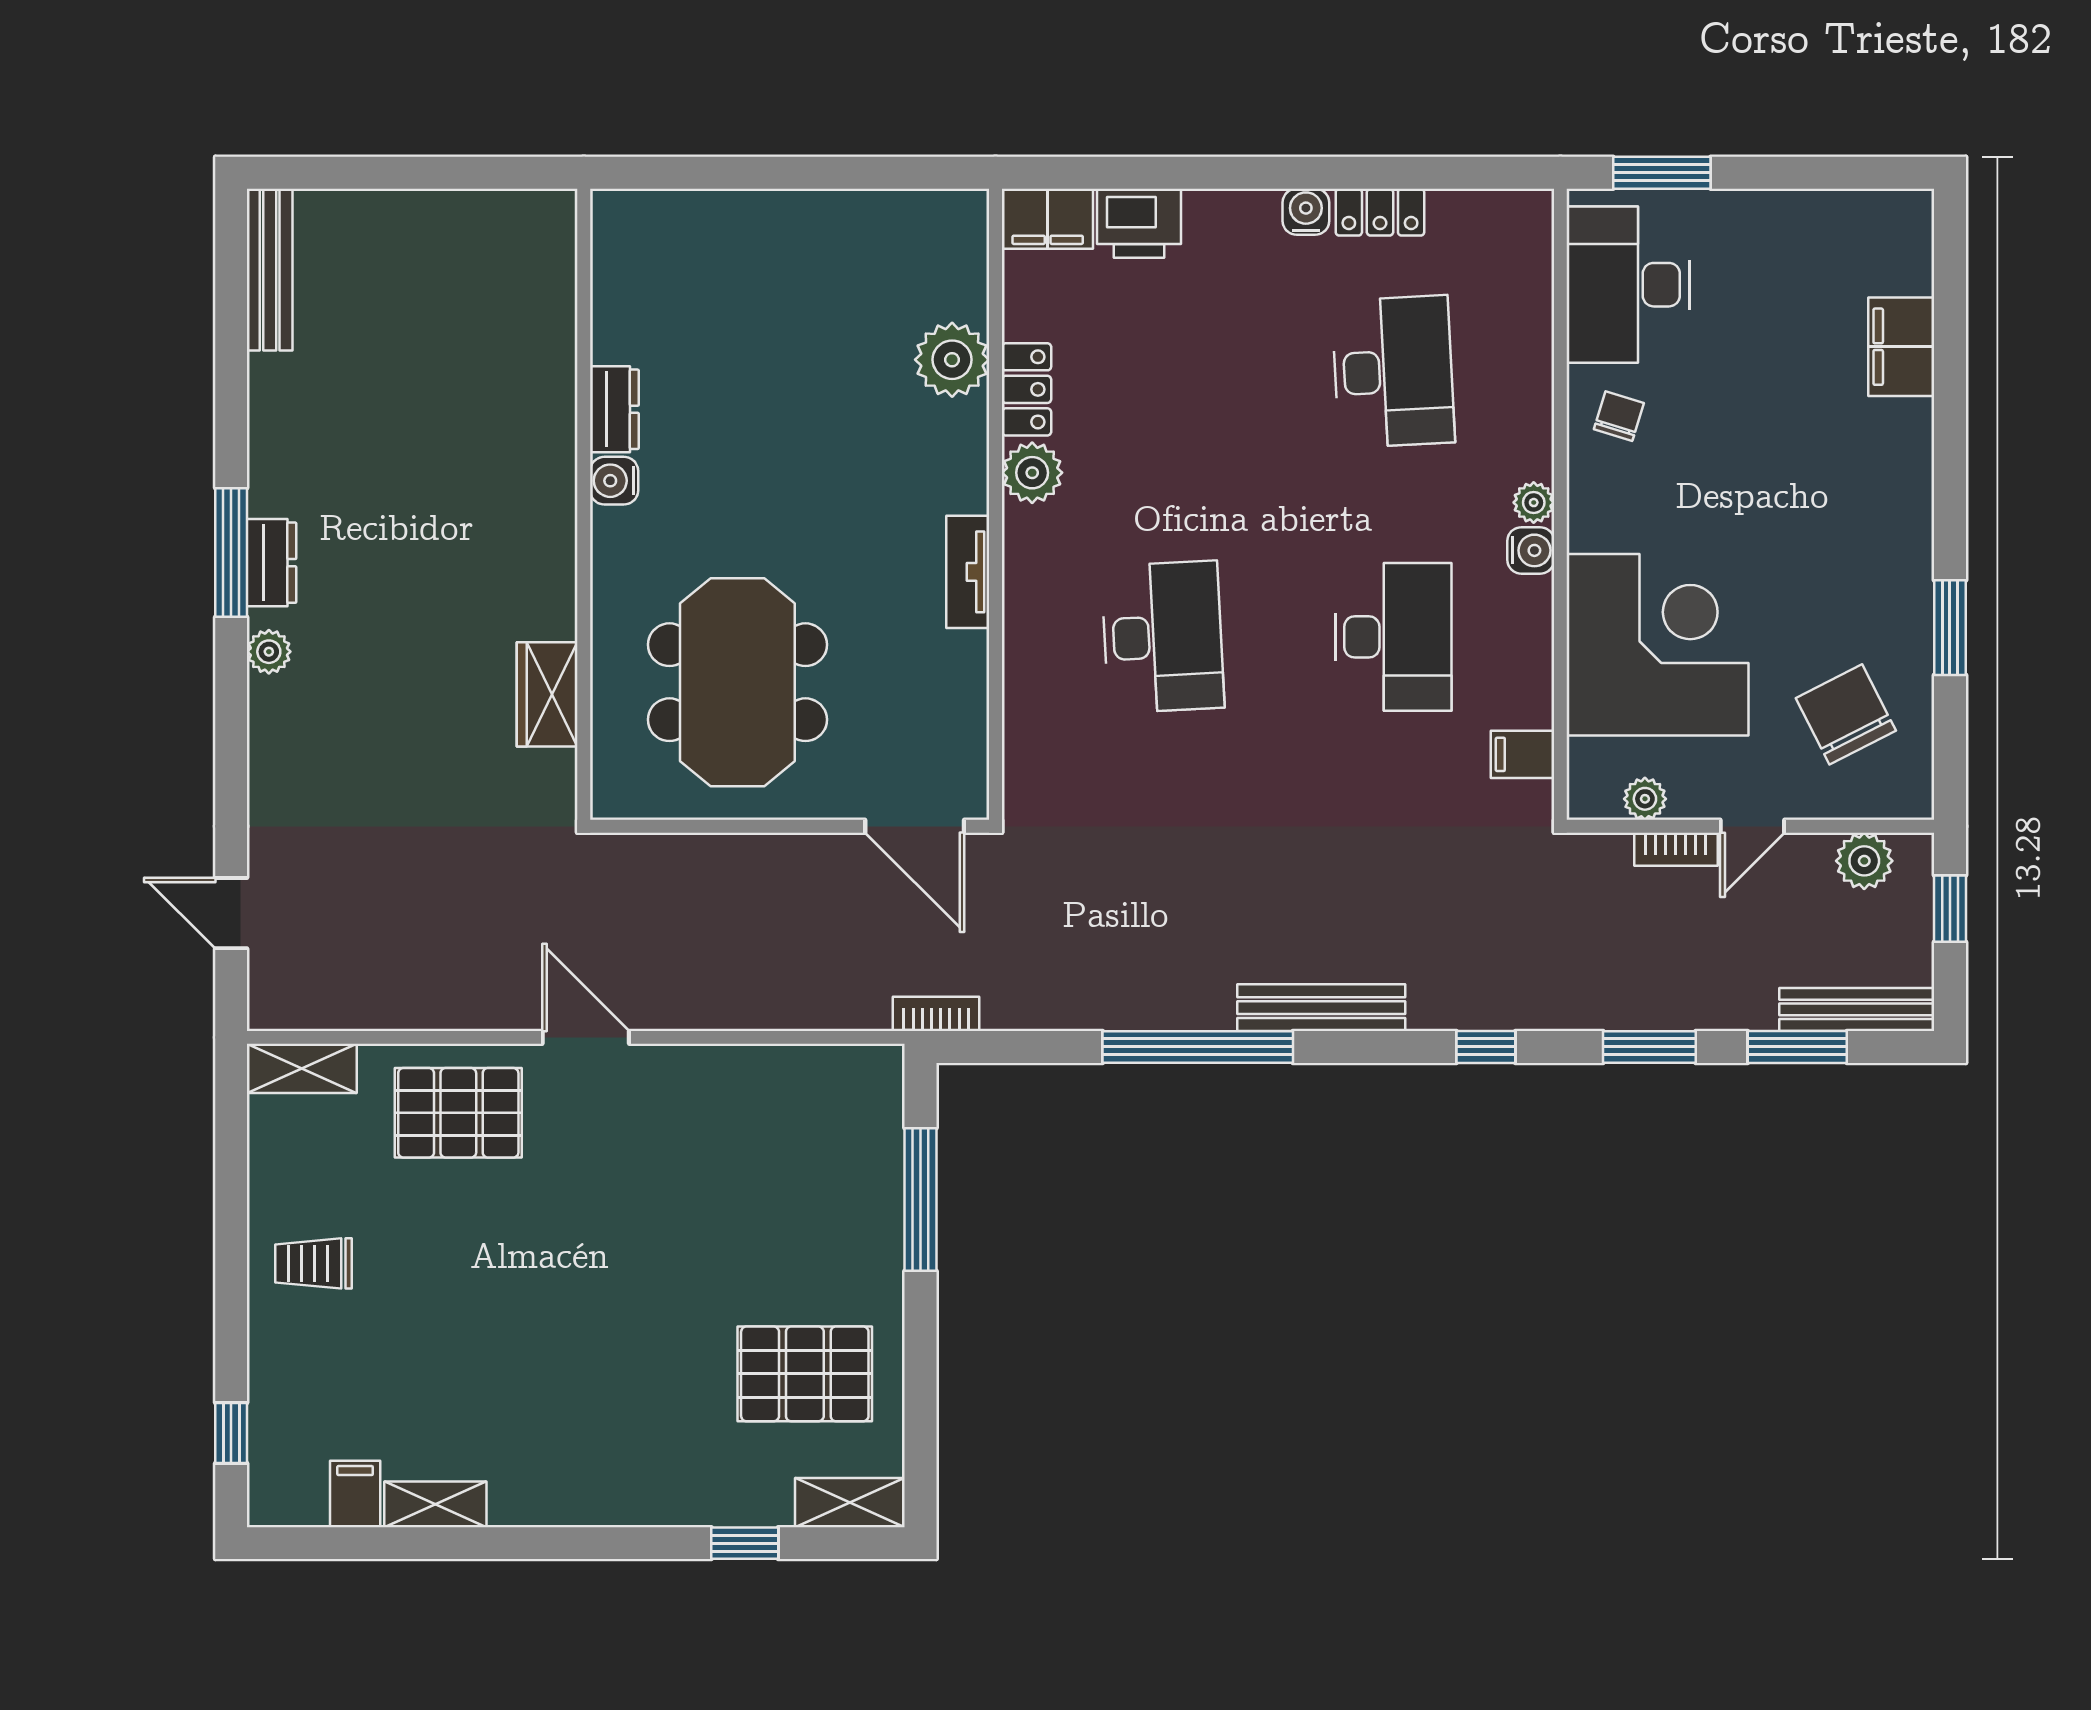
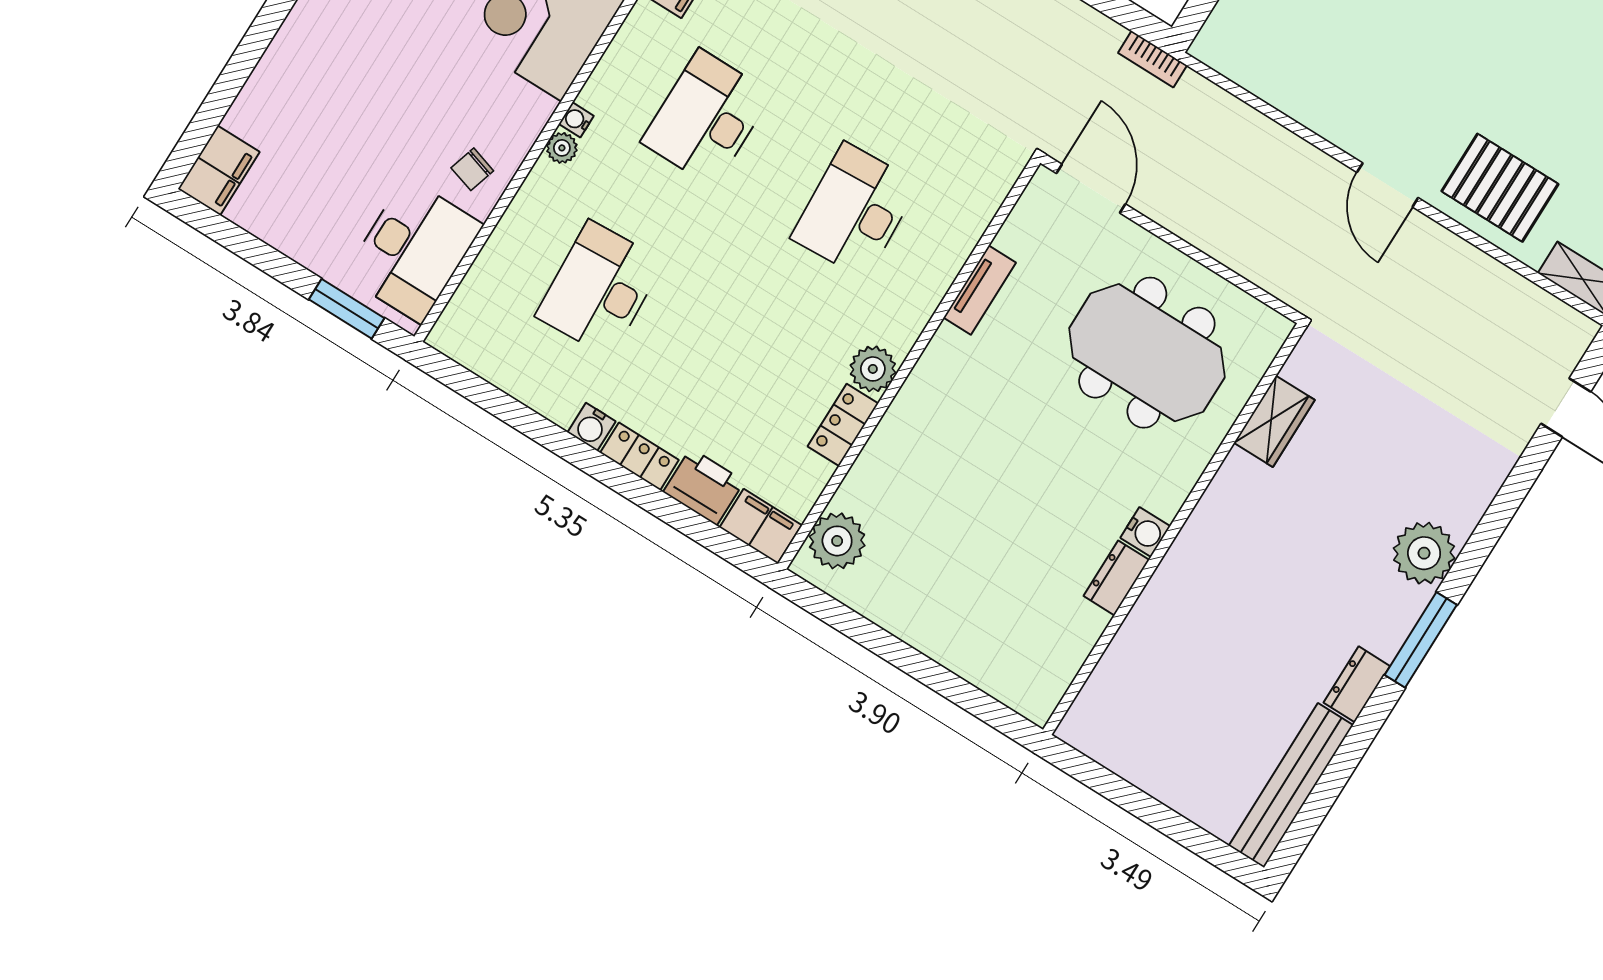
locker: (1380, 212) -> (639, 456), moved
bench: (270, 270) -> (1291, 785), width x1.37, depth x1.21
filing cabinet: (1901, 347) -> (219, 170), moved
plant: (952, 360) -> (837, 541), moved
water cooler: (1531, 550) -> (576, 120), width x0.72, depth x0.72
dresser: (272, 563) -> (1357, 684), moved
tv unit: (968, 572) -> (980, 290), moved
plant: (269, 652) -> (1424, 553), width x1.88, depth x1.88
meeting table: (737, 682) -> (1147, 353), turned 90

